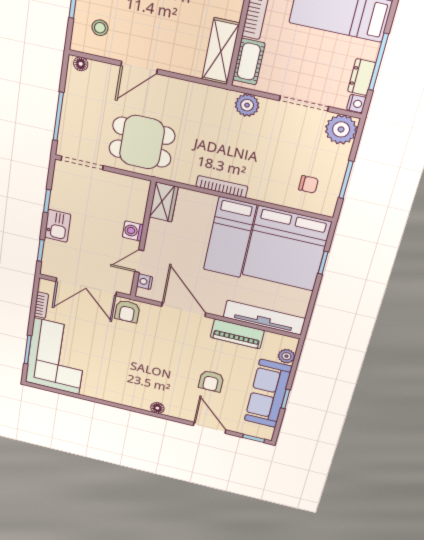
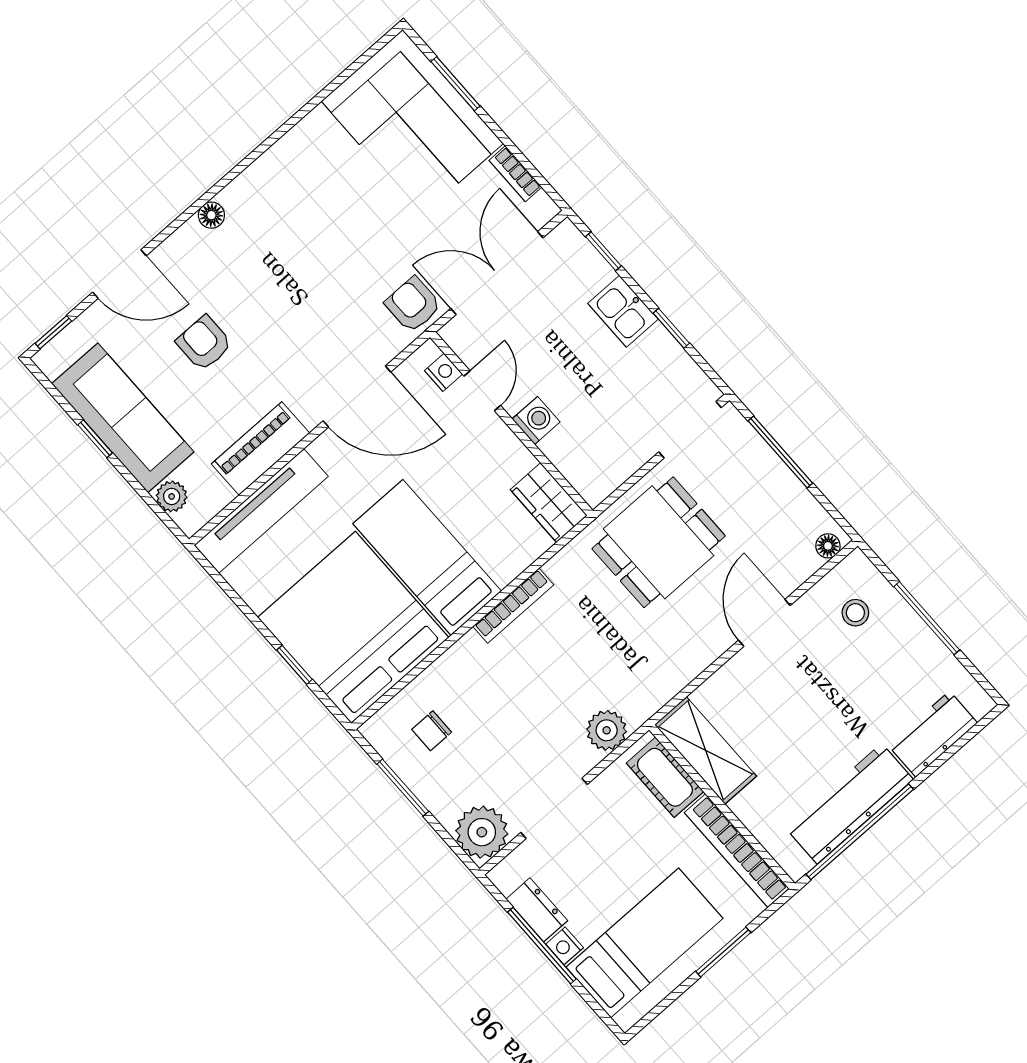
nightstand: (356, 104) -> (565, 946), moved

